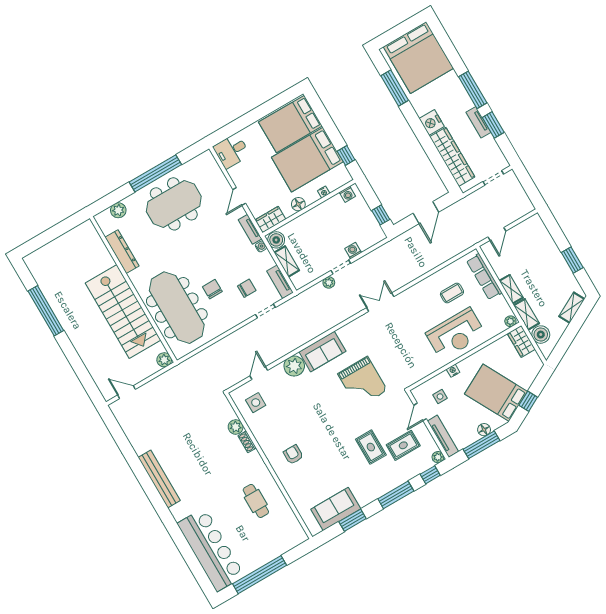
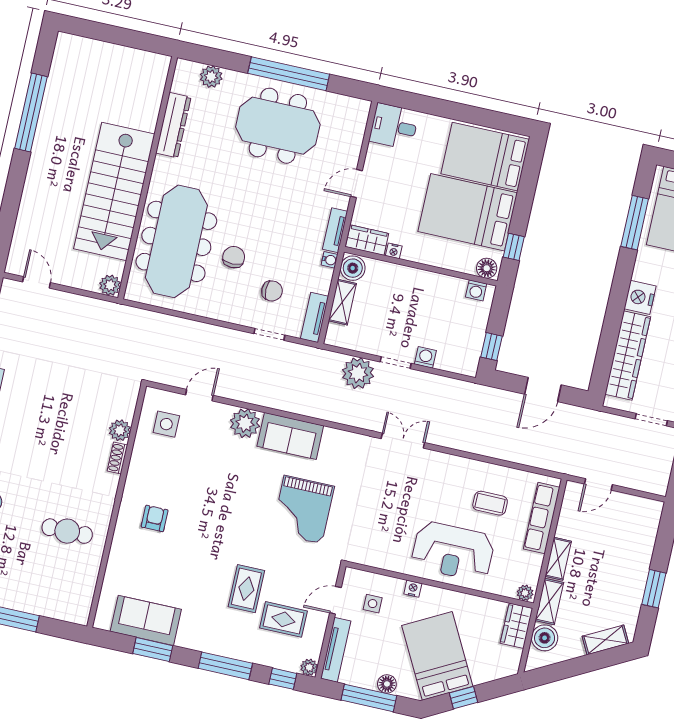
nightstand: (324, 192) -> (394, 251), moved
floor lamp: (298, 204) -> (487, 268), moved
plant: (329, 282) -> (358, 373), width x1.87, depth x1.87
cafe table: (256, 501) -> (67, 531), turned 90

